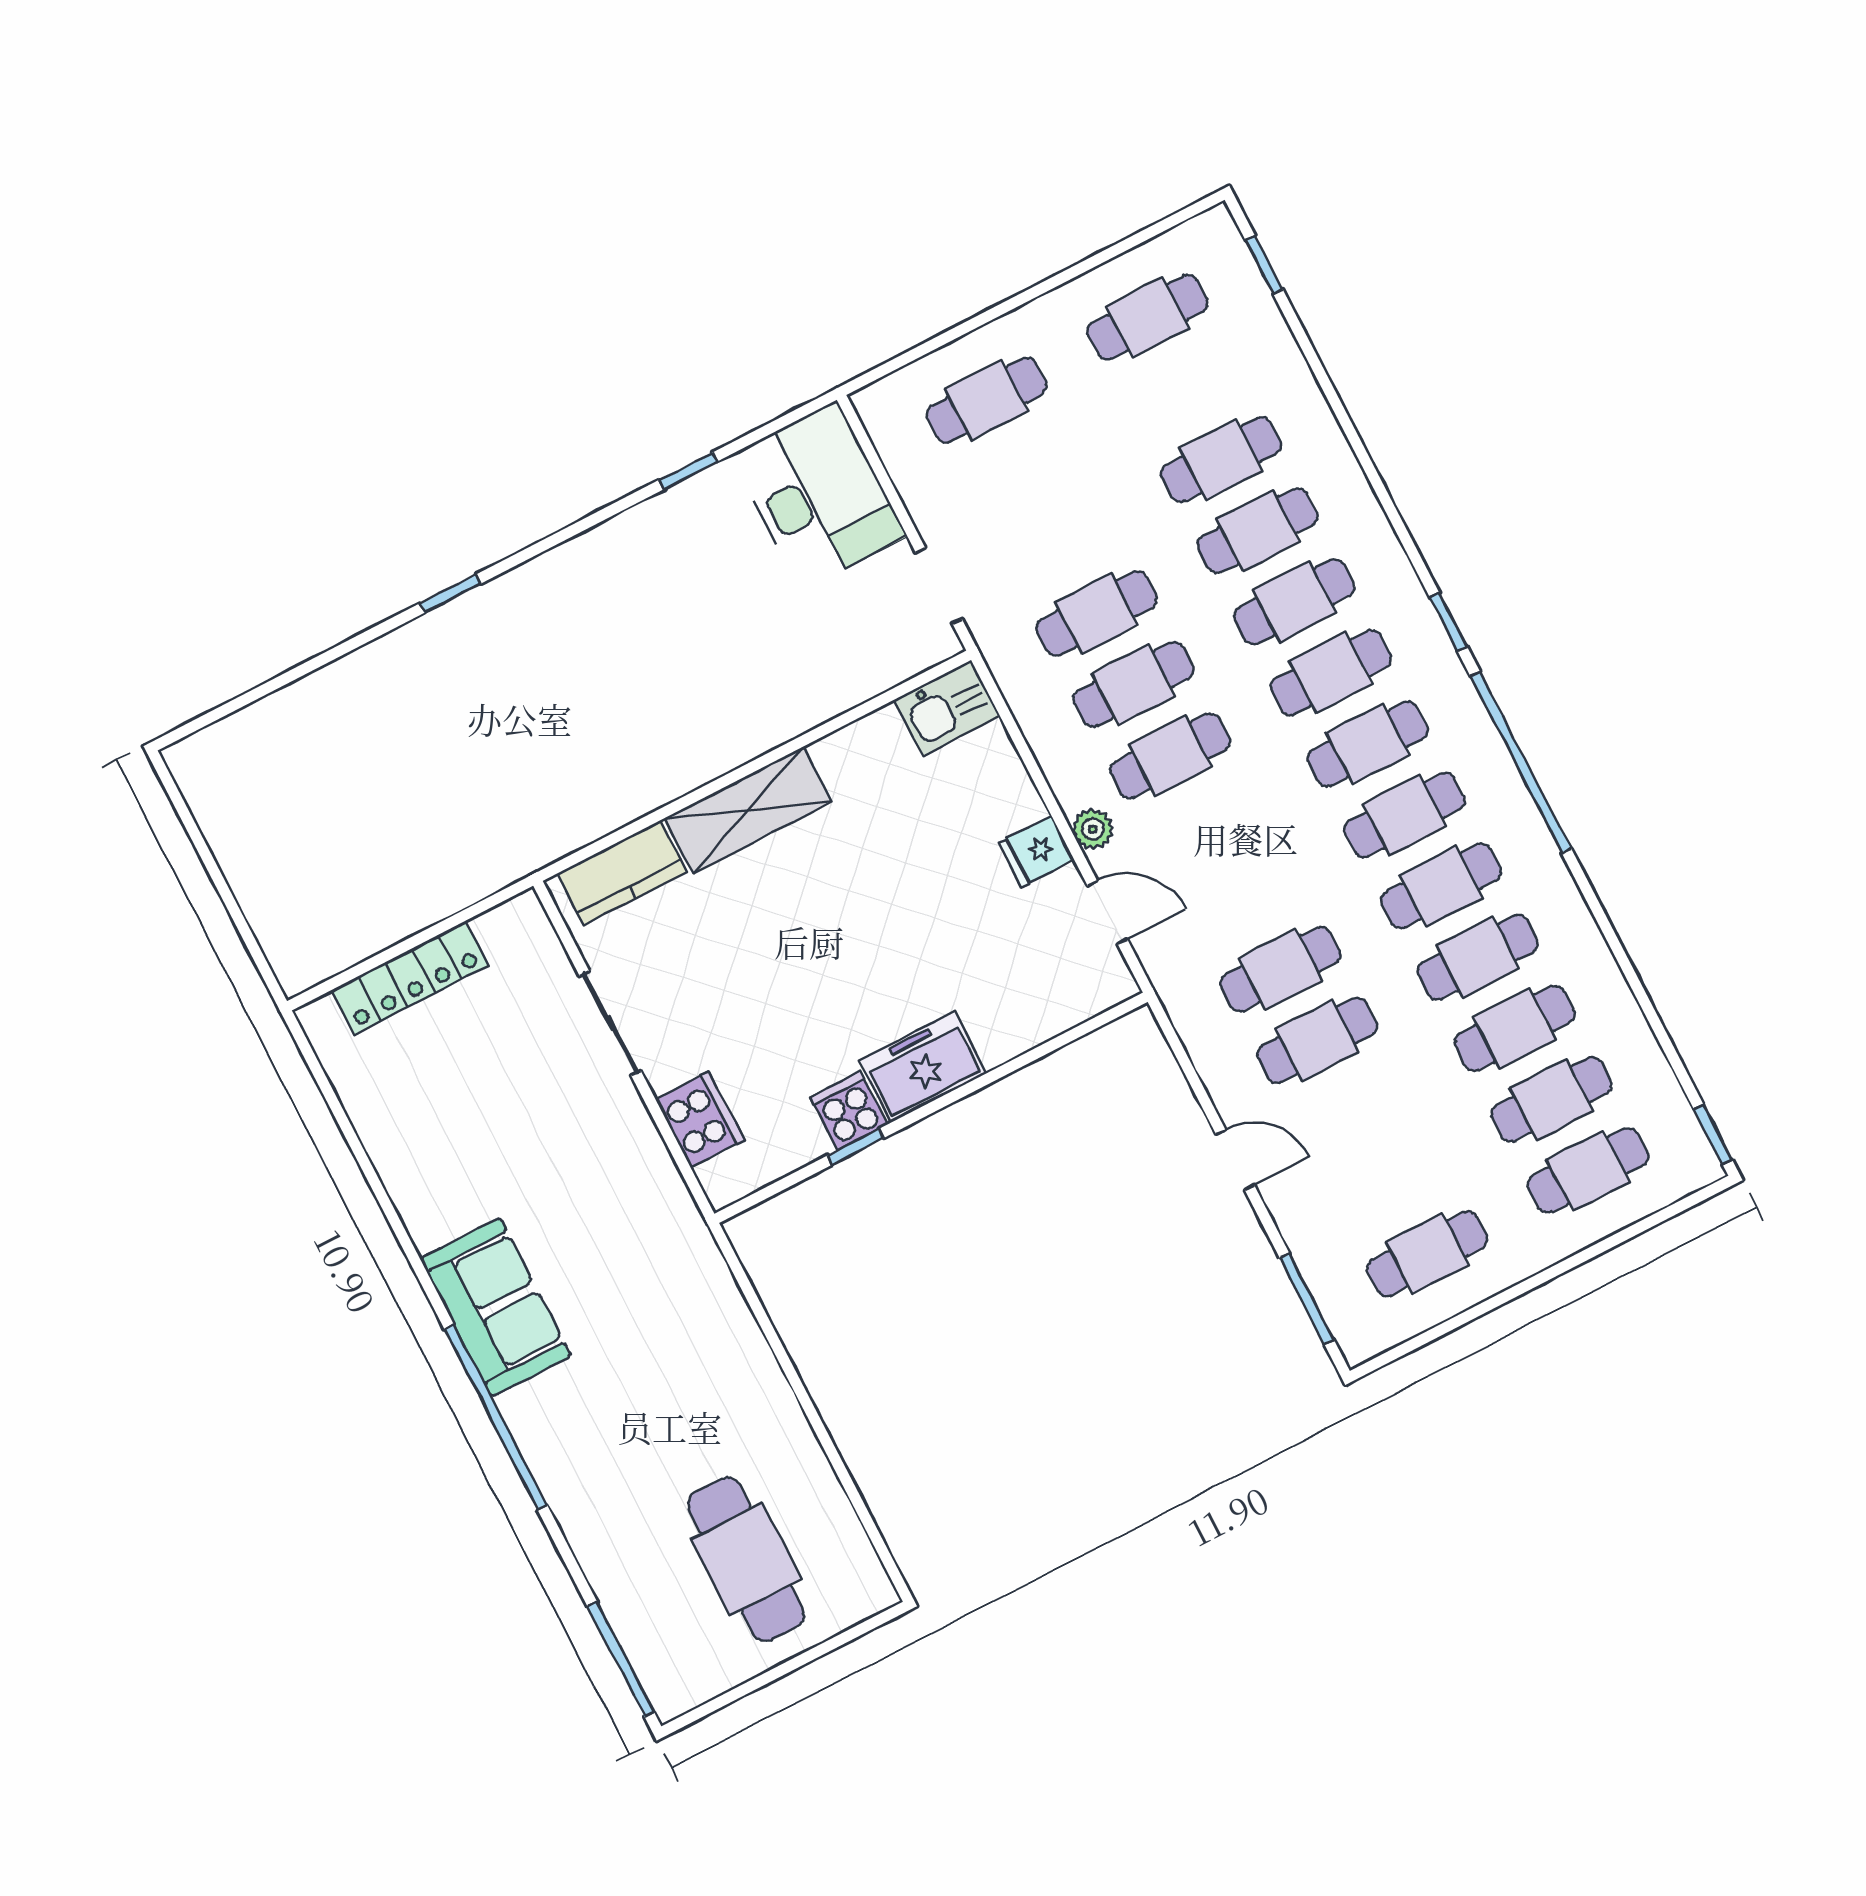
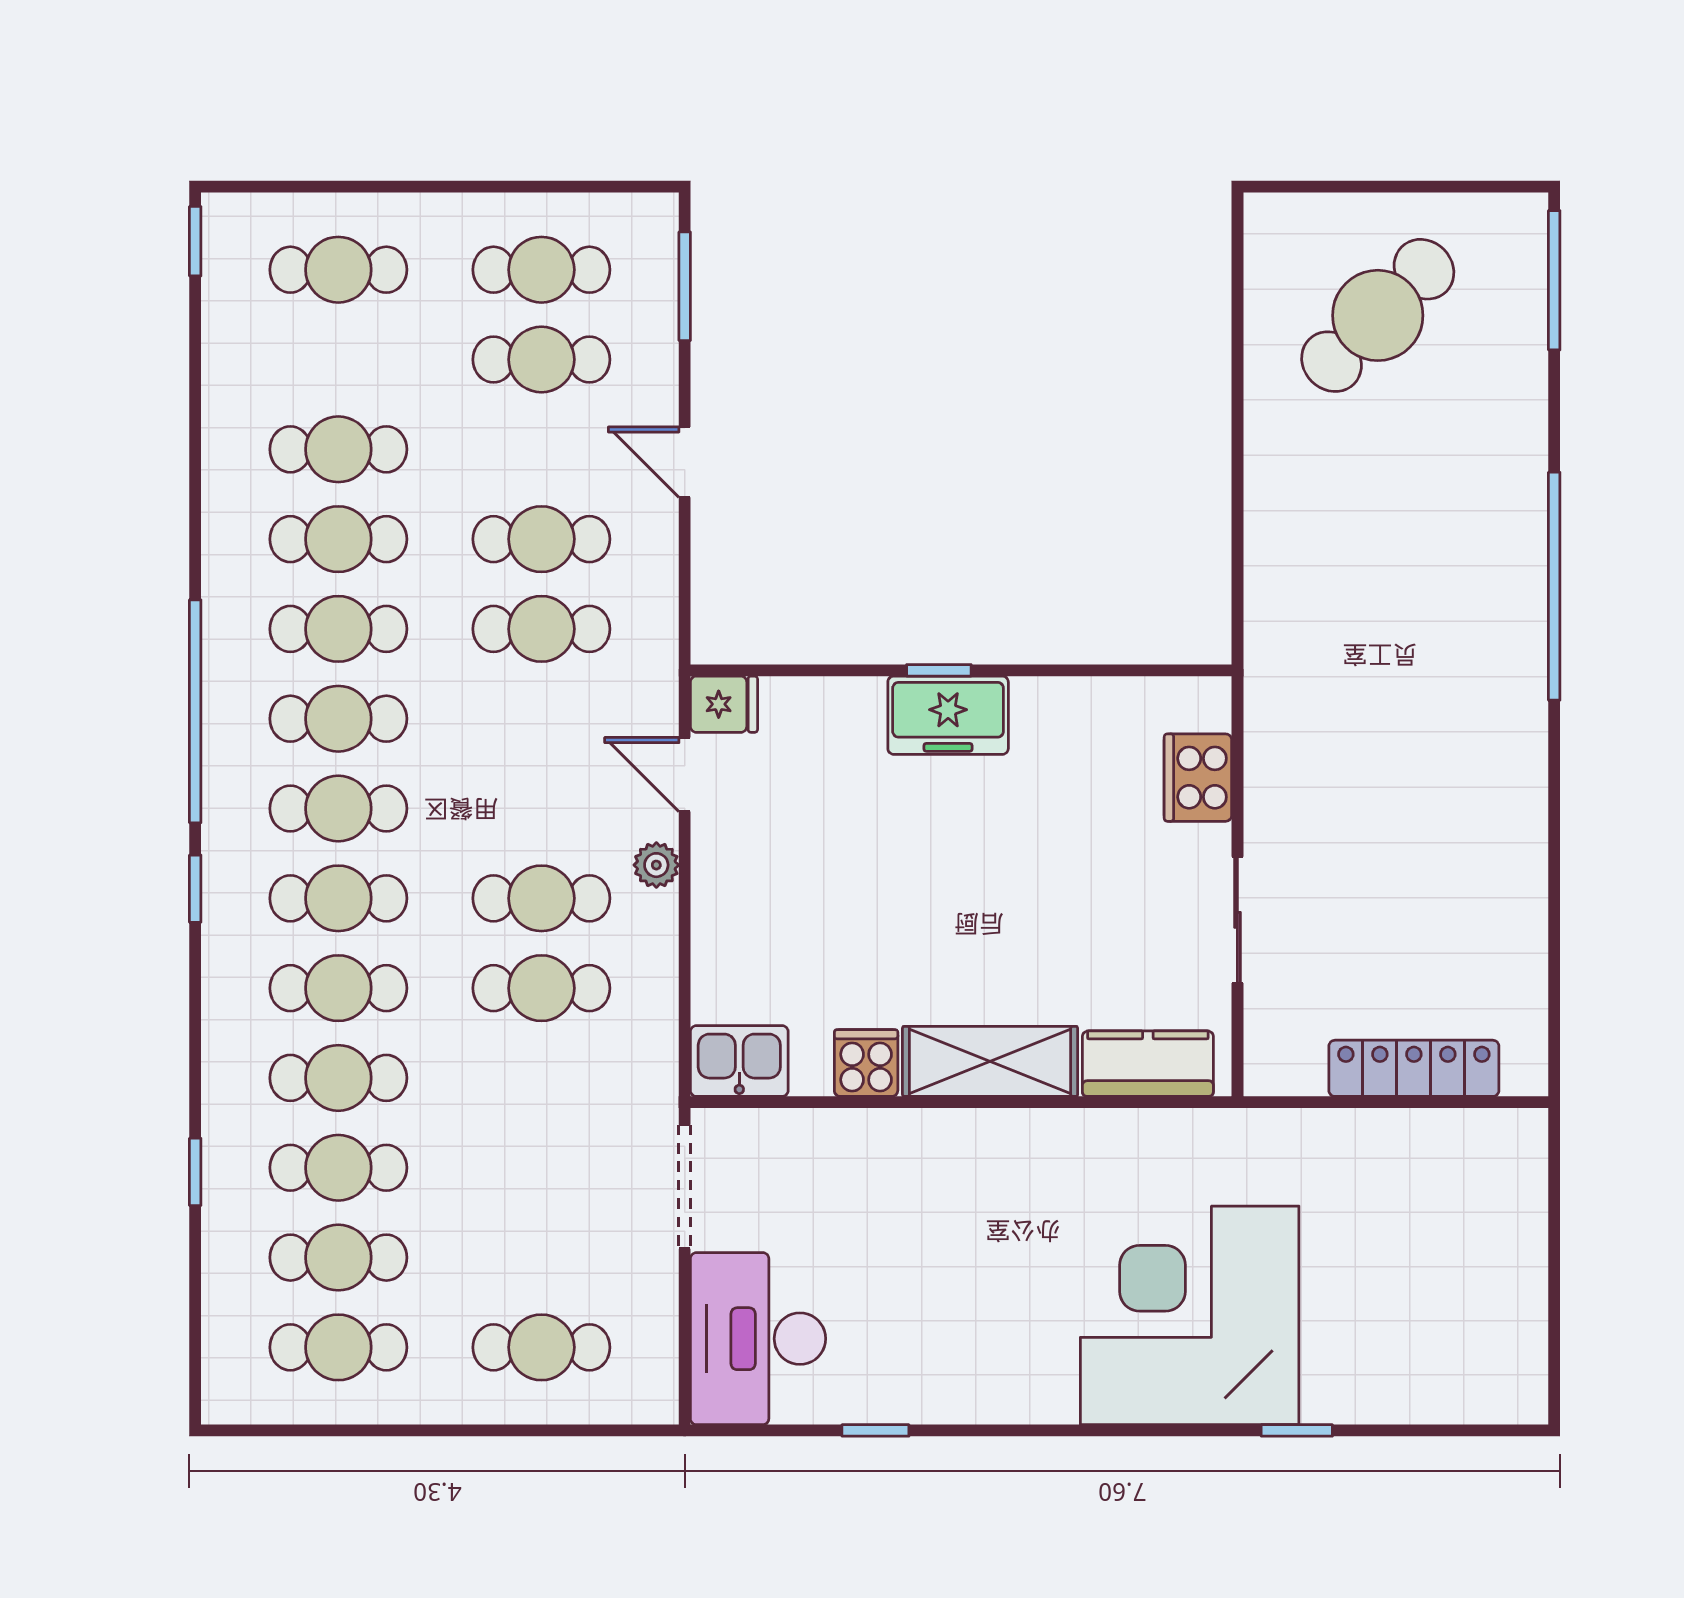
window: (1264, 265) -> (195, 1172), moved
doorway: (939, 586) -> (685, 1187), width x1.38
window: (451, 593) -> (1297, 1430), moved
cafe table: (1097, 614) -> (338, 1258), moved
corner desk: (486, 690) -> (1190, 1315), added
fridge: (1036, 851) -> (724, 704), moved
cafe table: (1551, 1099) -> (541, 360), moved
cooker: (849, 1111) -> (866, 1063), moved, turned 180
window: (855, 1147) -> (939, 670), moved
sofa: (496, 1307) -> (1498, 696), removed
cafe table: (746, 1559) -> (1378, 315), turned 45

